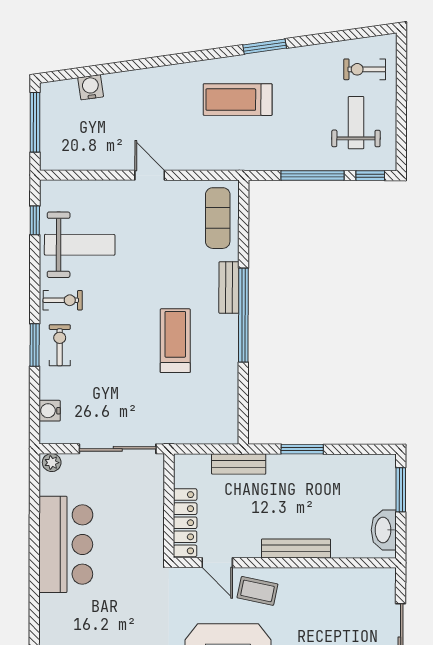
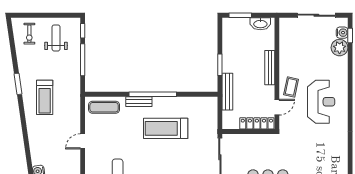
weight bench: (356, 123) -> (56, 38), turned 90
treadmill: (175, 341) -> (166, 128), width x1.37, depth x1.38
bench: (239, 464) -> (227, 92), width x1.36

